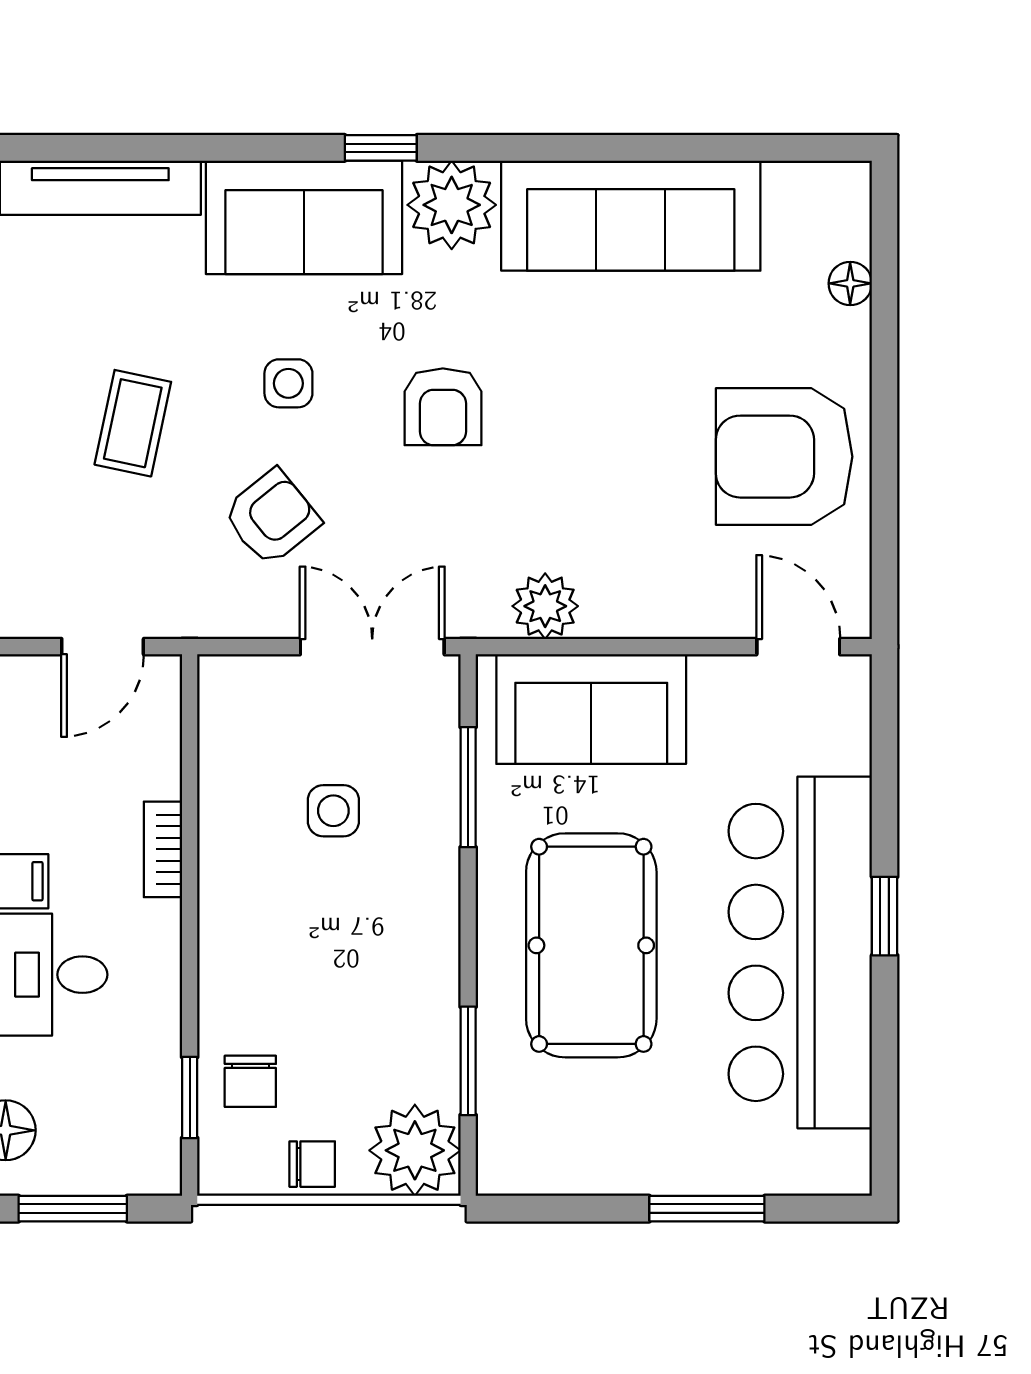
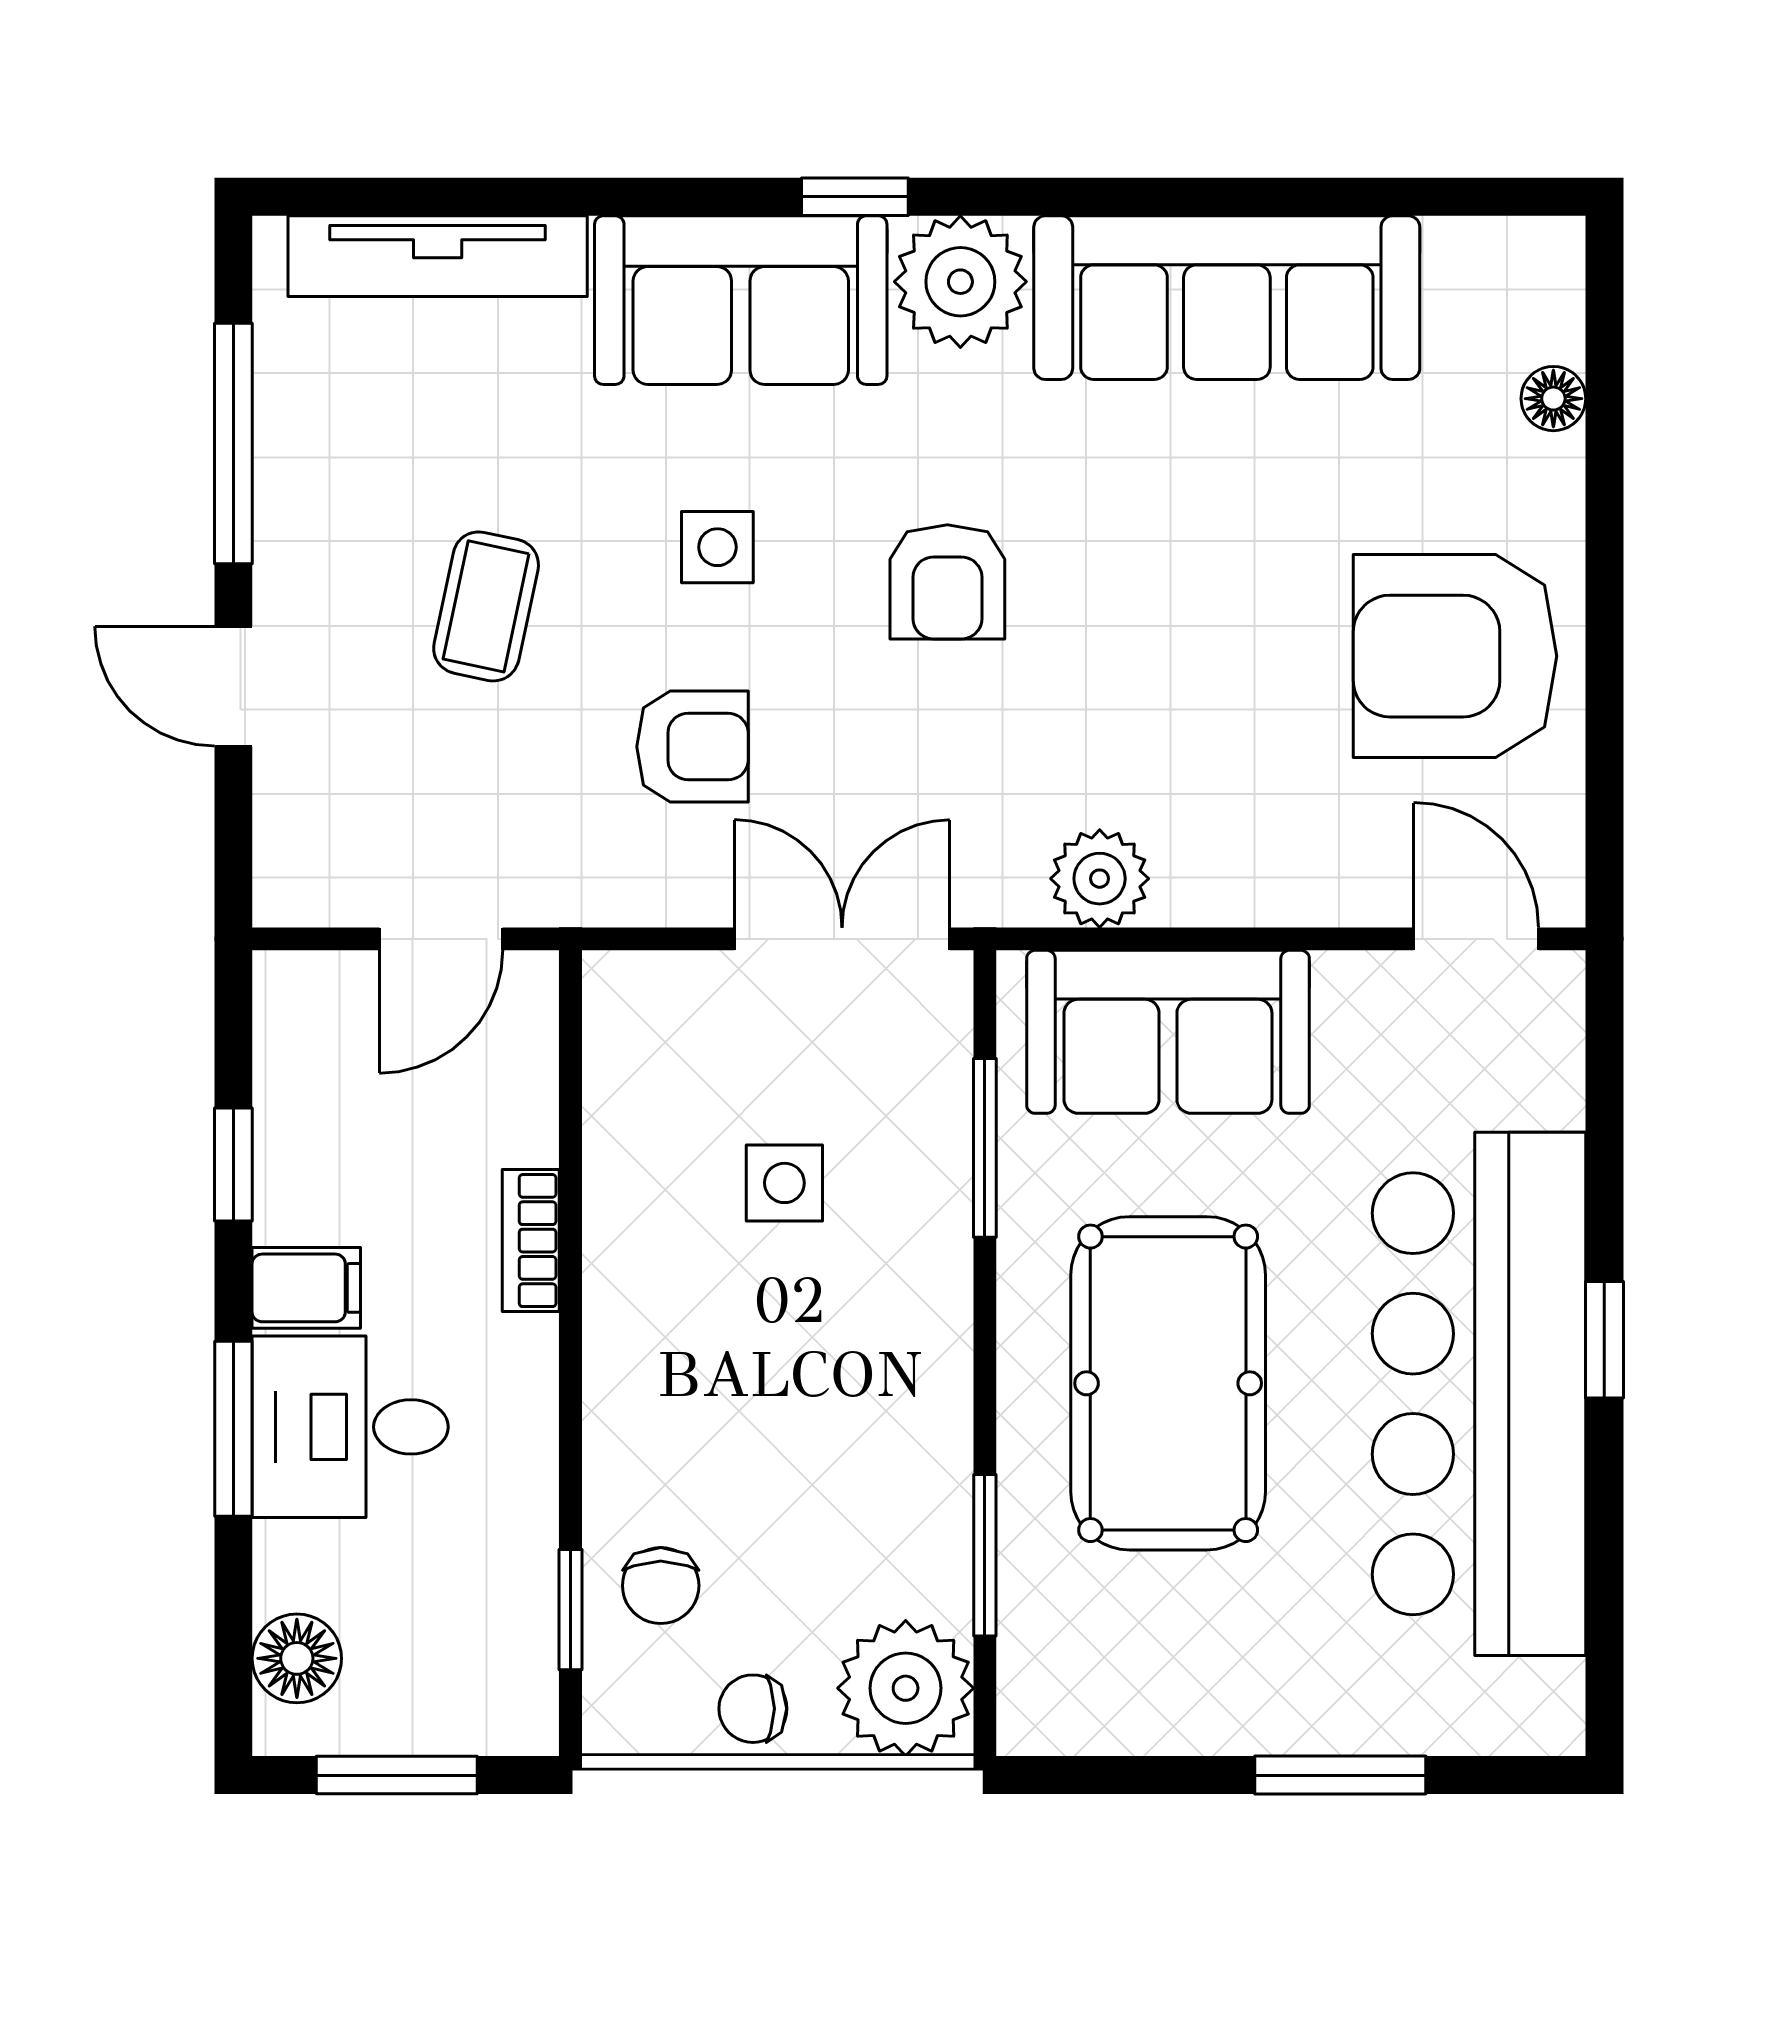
armchair: (272, 517) -> (692, 747), turned 39
chair: (312, 1164) -> (753, 1709), turned 180

